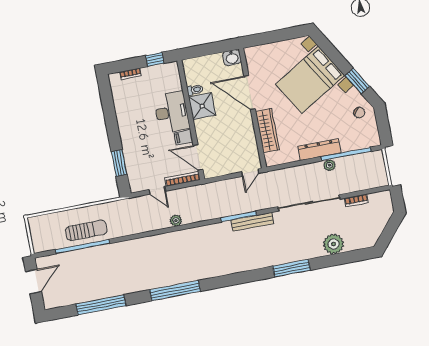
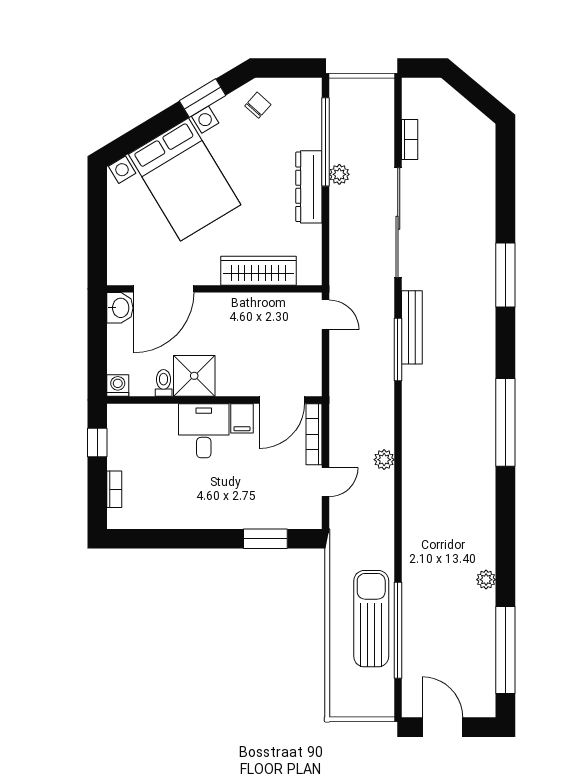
washing machine: (189, 65) -> (118, 386), added
door: (250, 92) -> (164, 289), moved
desk: (172, 112) -> (204, 431), width x0.73
sun lounger: (86, 230) -> (371, 619), width x1.36, depth x1.34
plant: (333, 244) -> (486, 580), moved, width x0.53, depth x0.53
window: (175, 291) -> (505, 422), moved
window: (101, 305) -> (505, 650), moved

